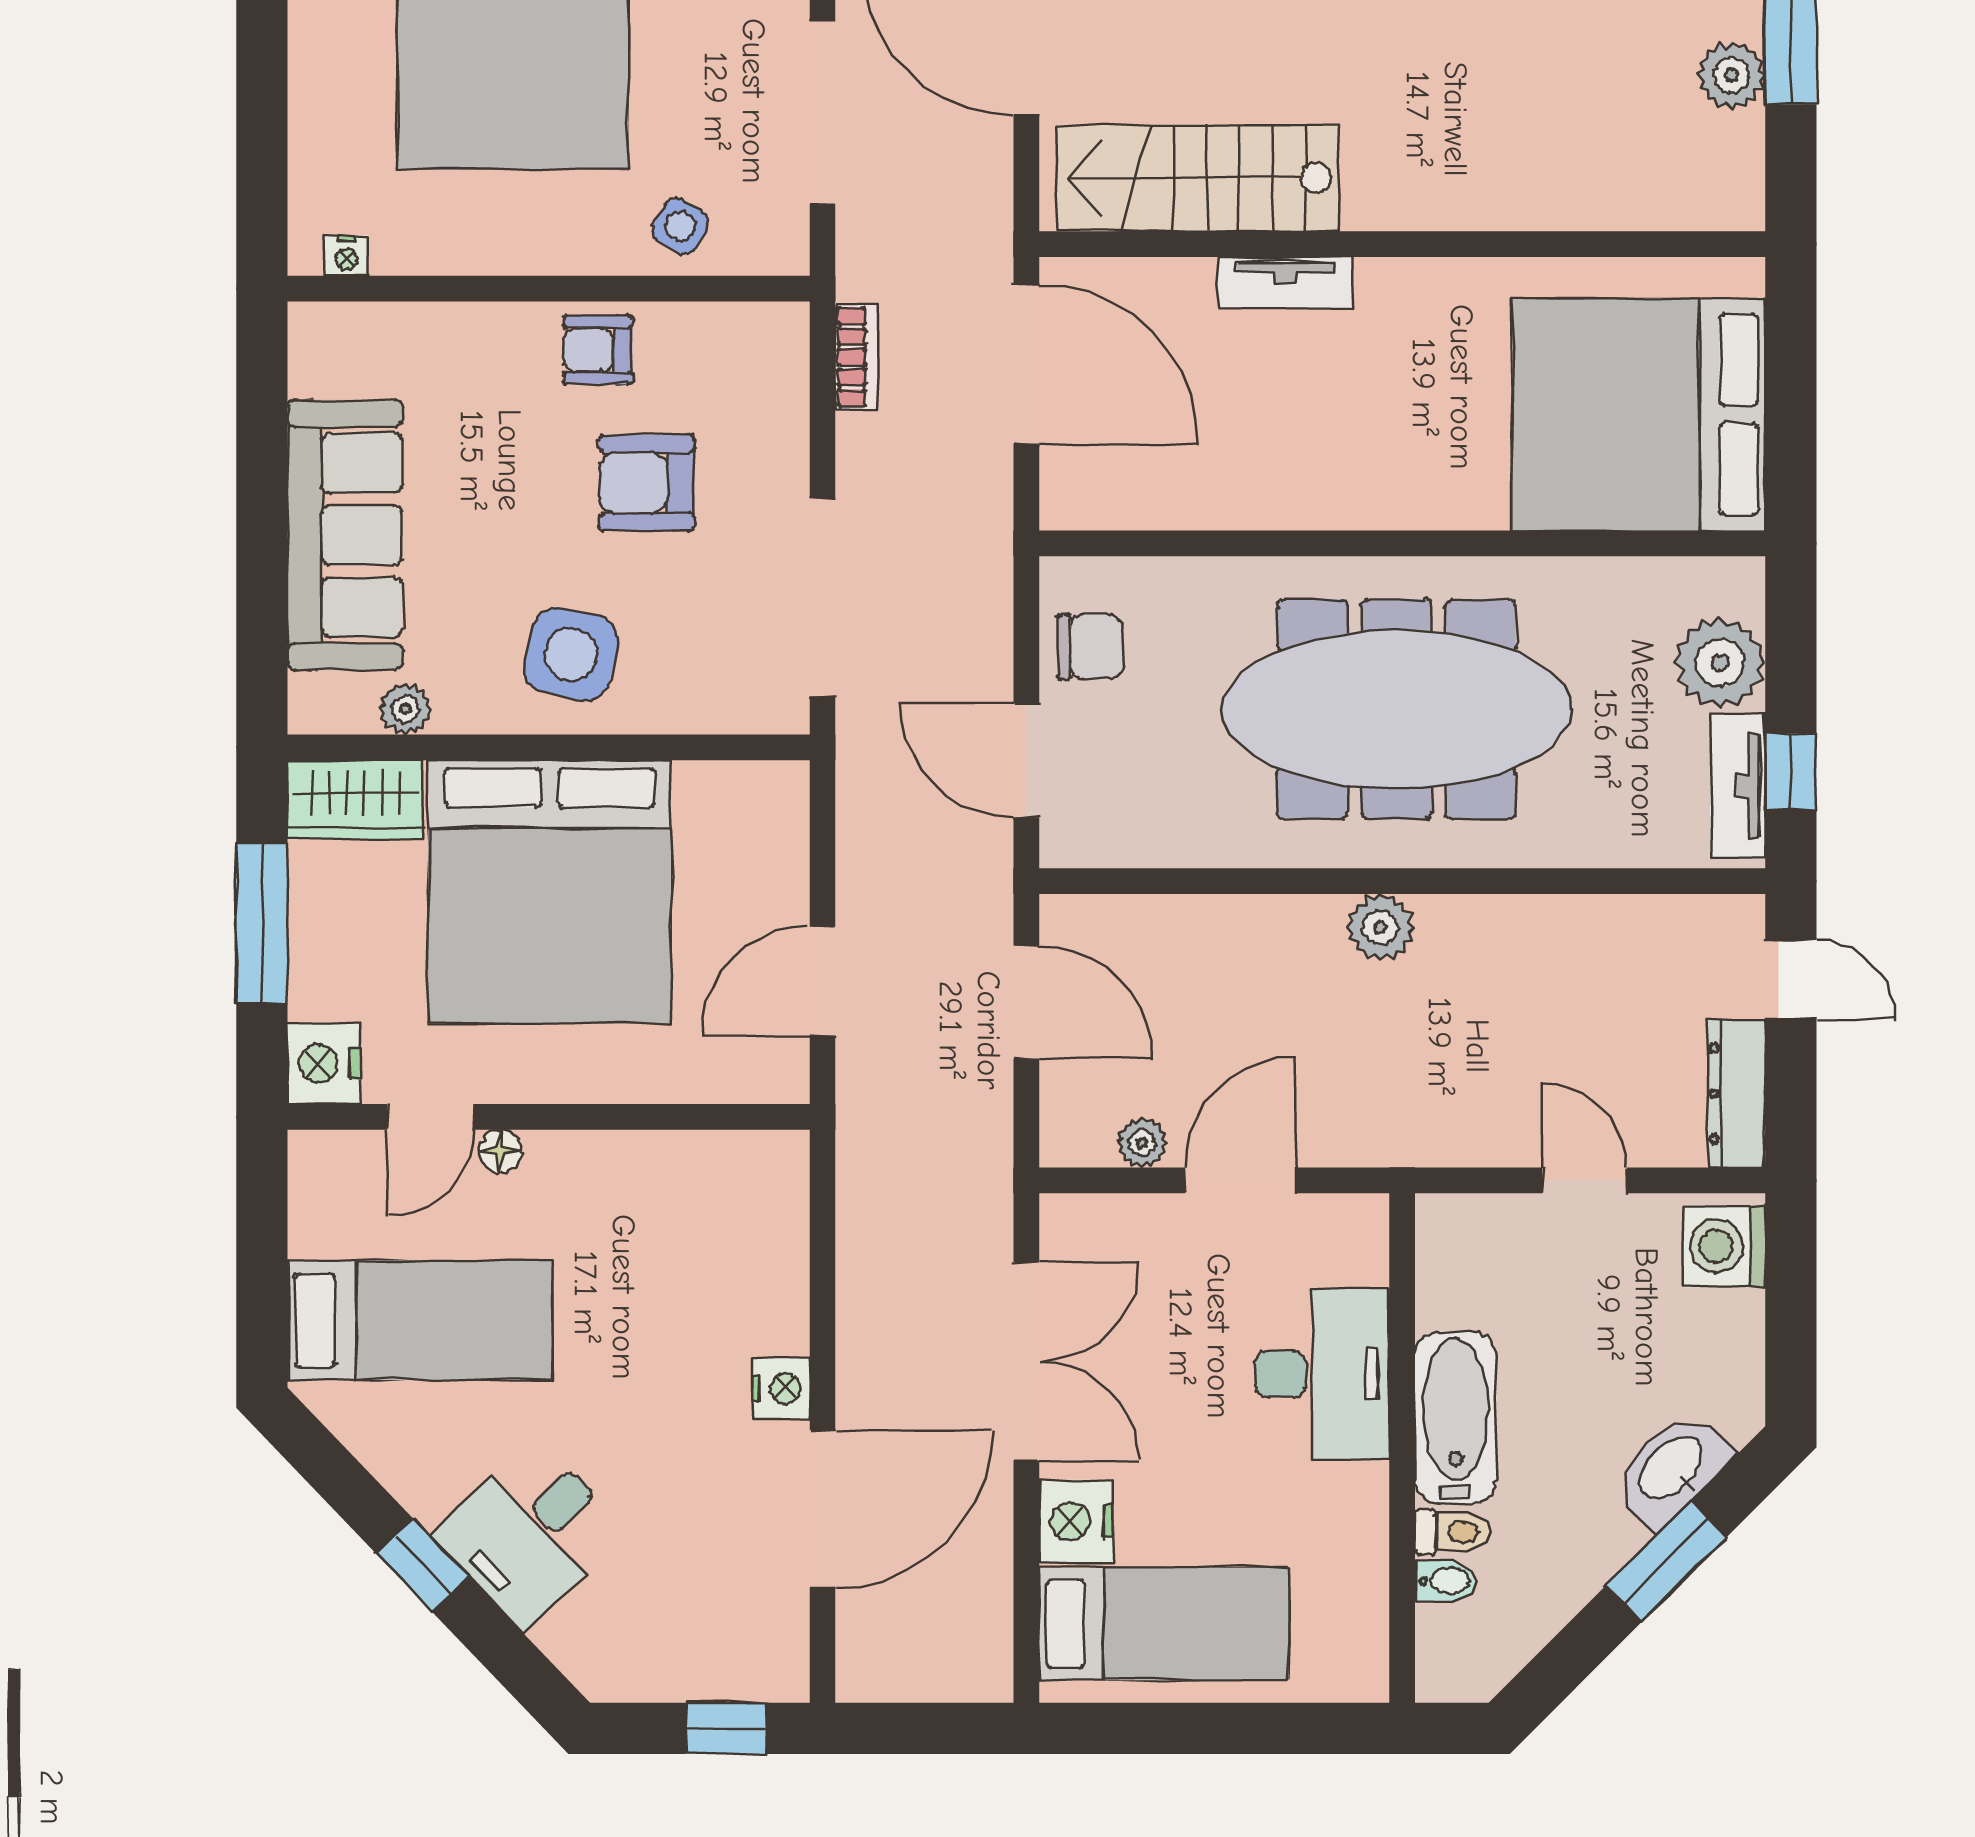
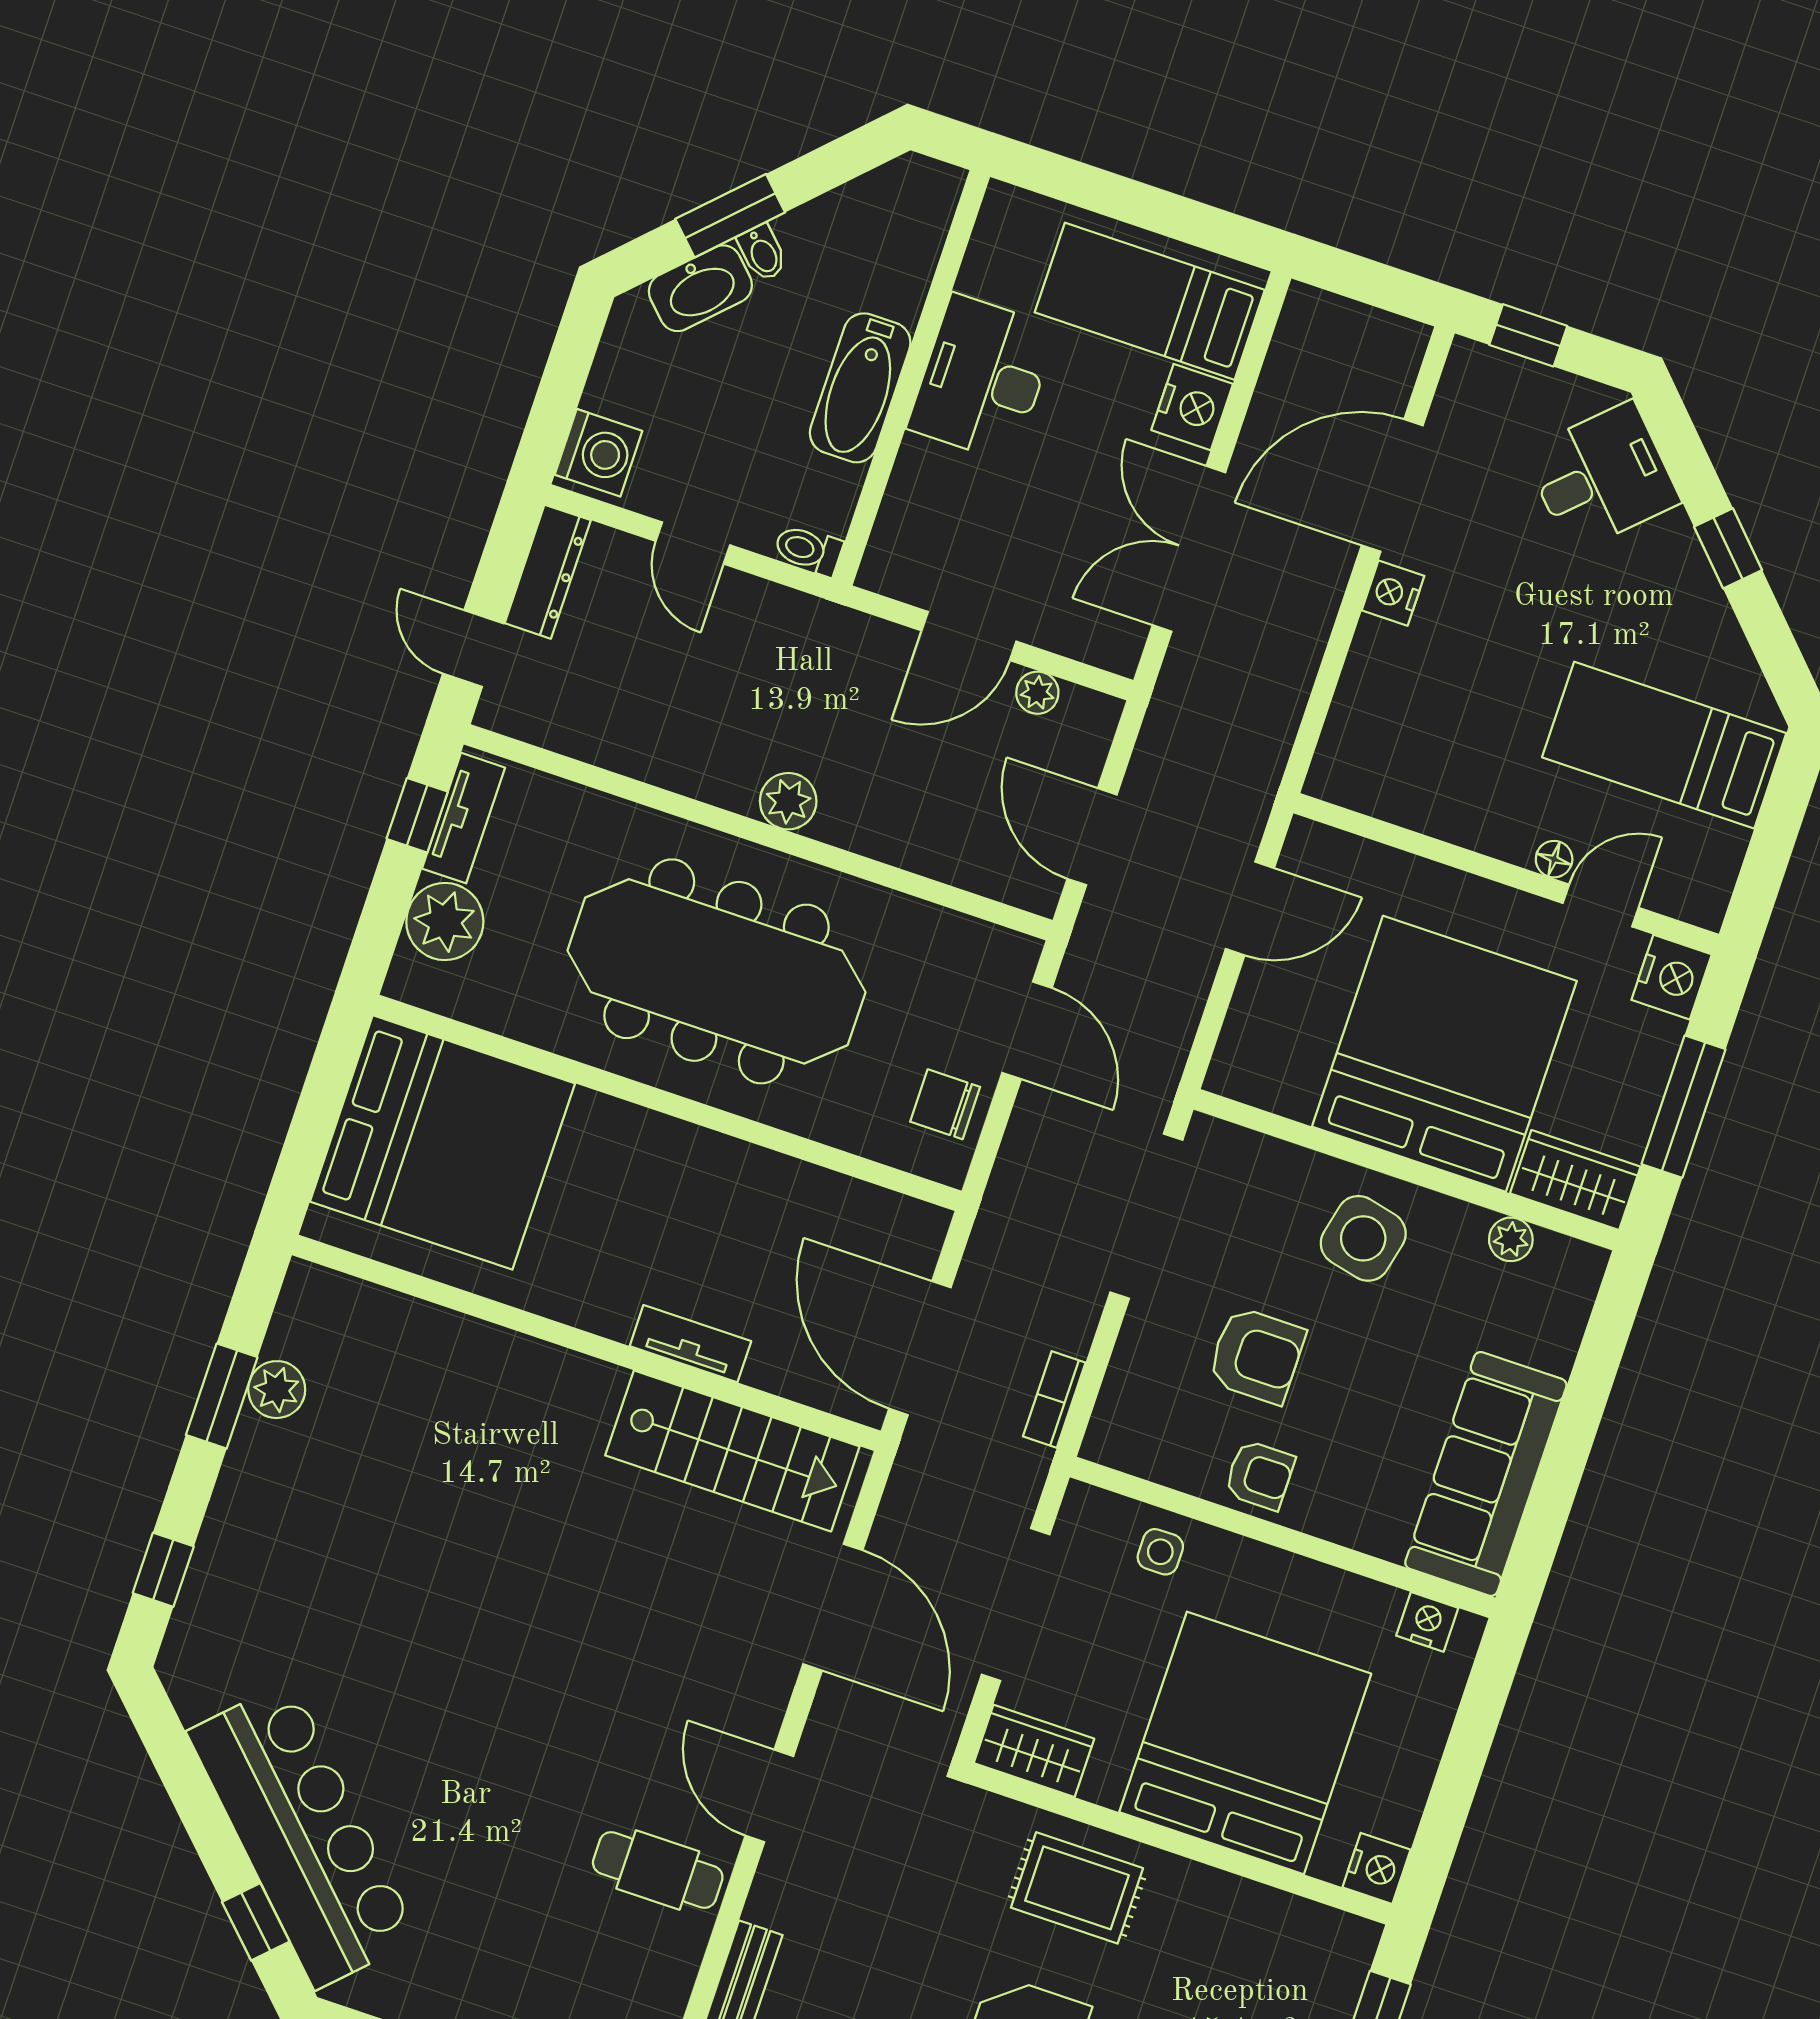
side table: (680, 226) -> (1160, 1552), turned -31
nightstand: (346, 256) -> (1427, 1622), width x1.39, depth x1.35
sofa: (345, 535) -> (1486, 1474), moved
desk: (1322, 1374) -> (982, 378), moved
toilet: (1453, 1532) -> (808, 550), moved
desk: (529, 1533) -> (1602, 477), moved
bidet: (1446, 1581) -> (762, 253), moved, turned -135

